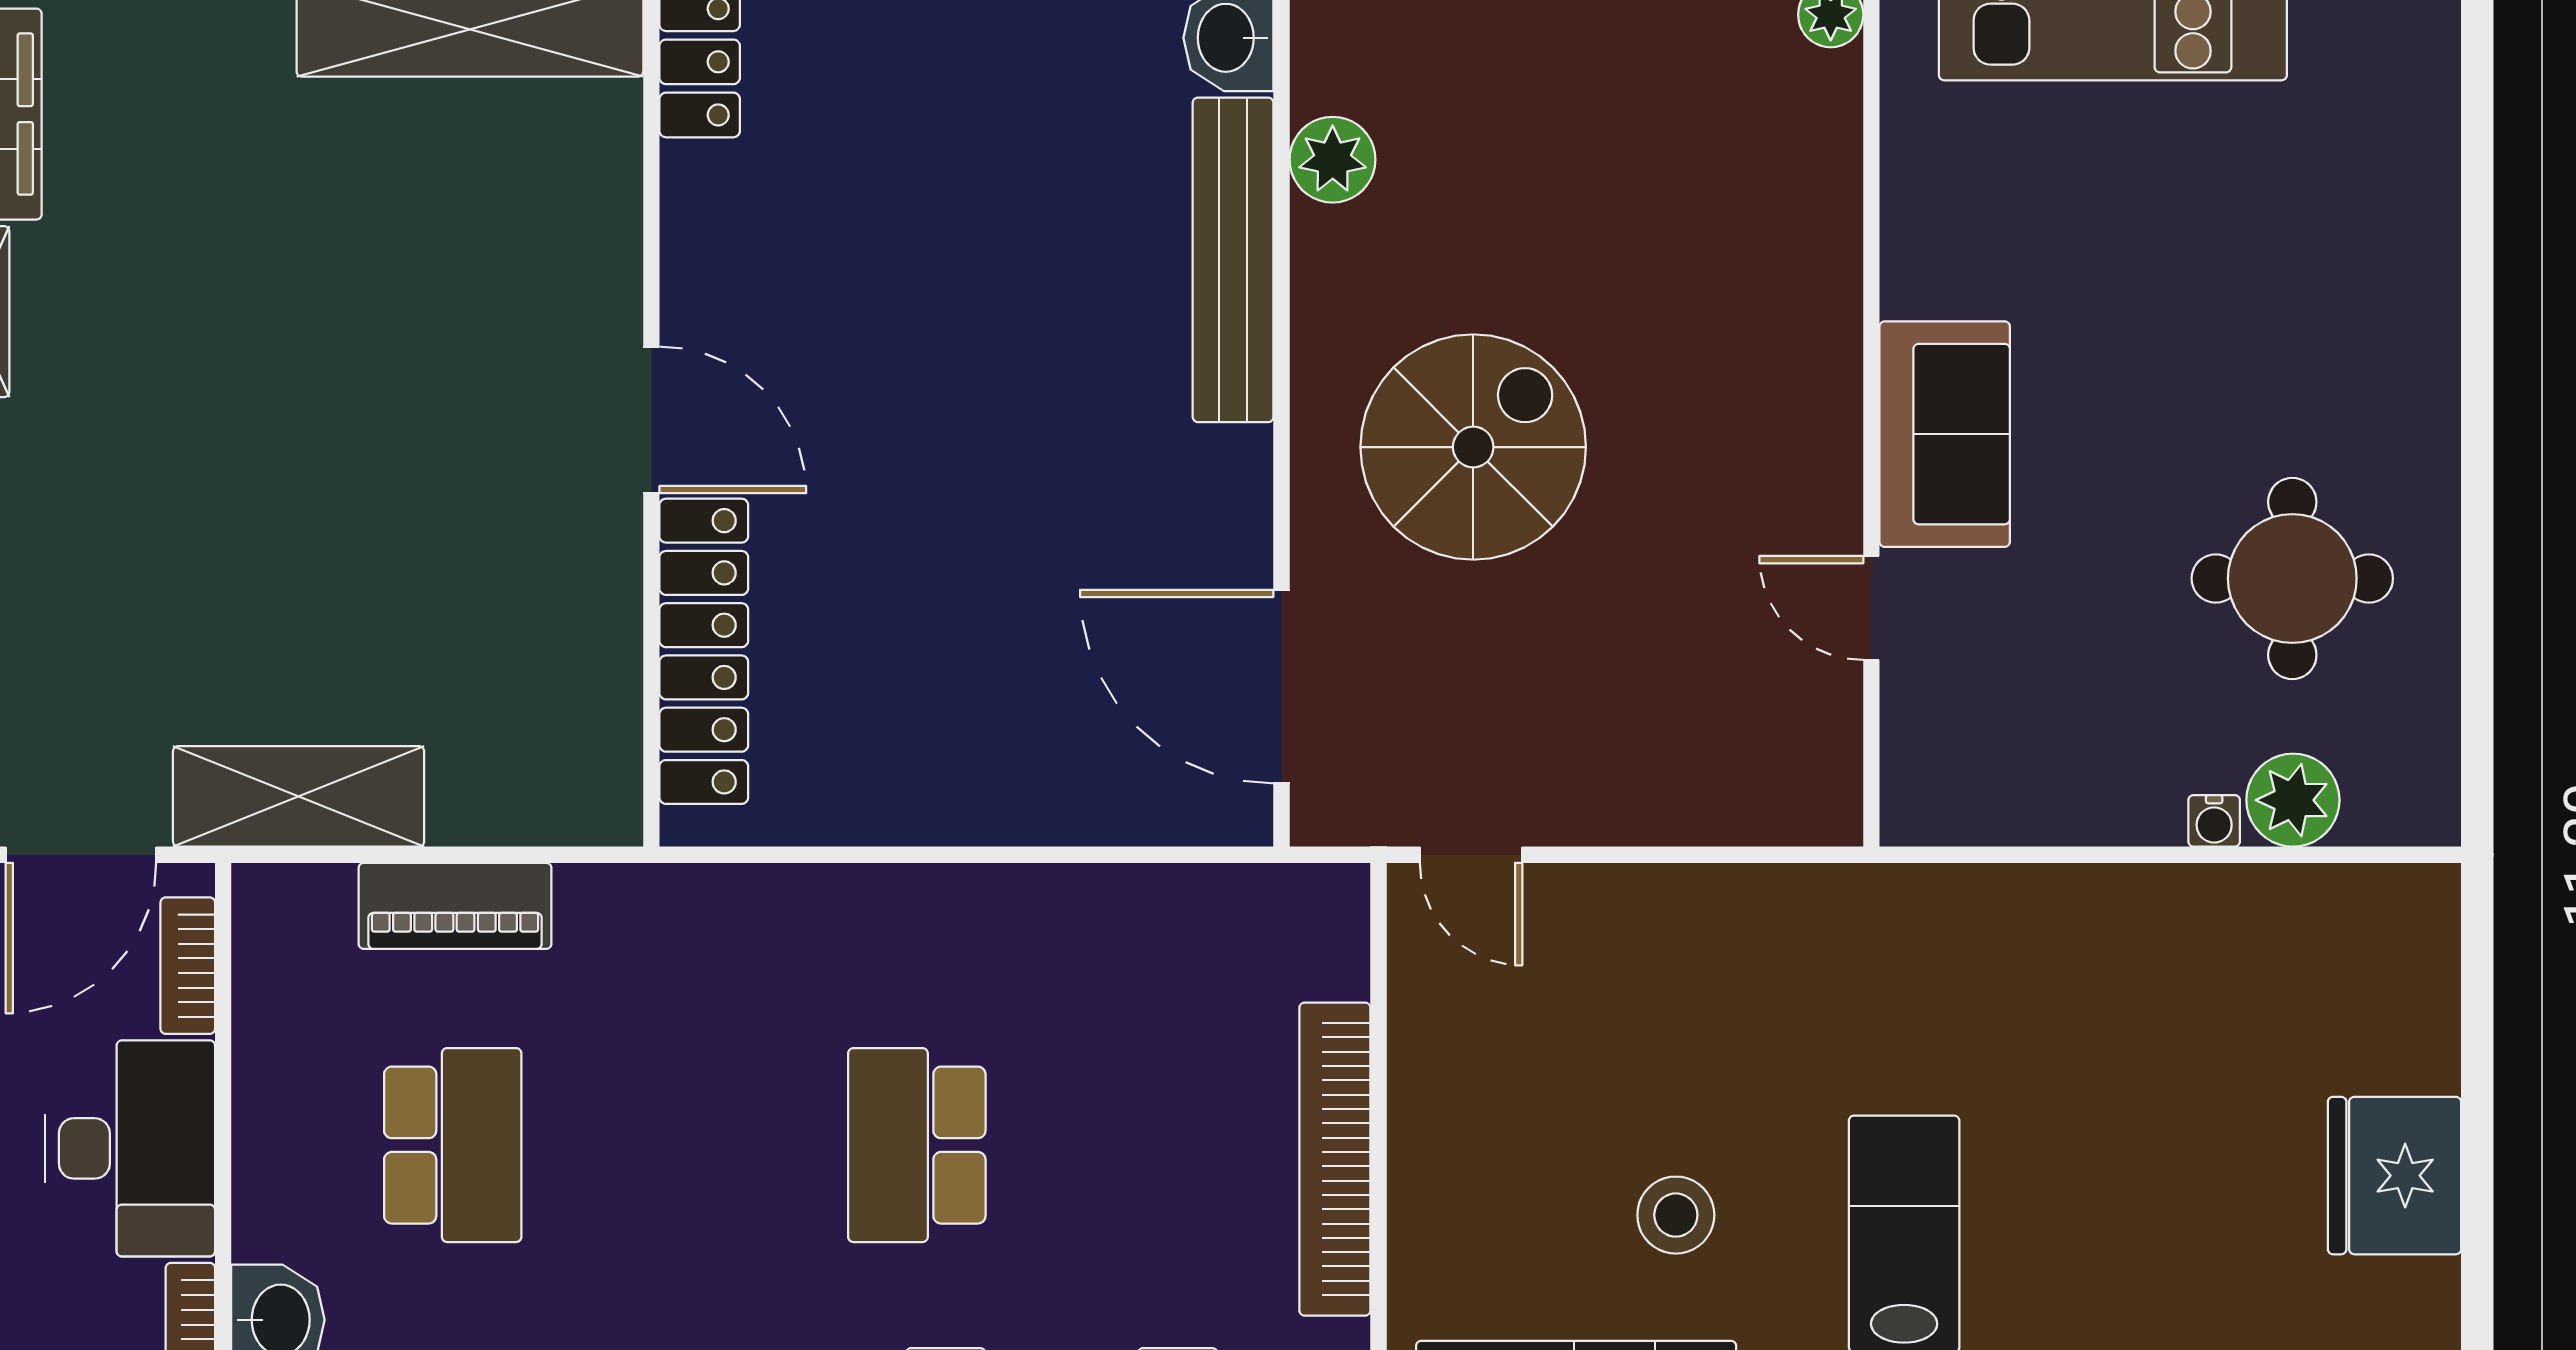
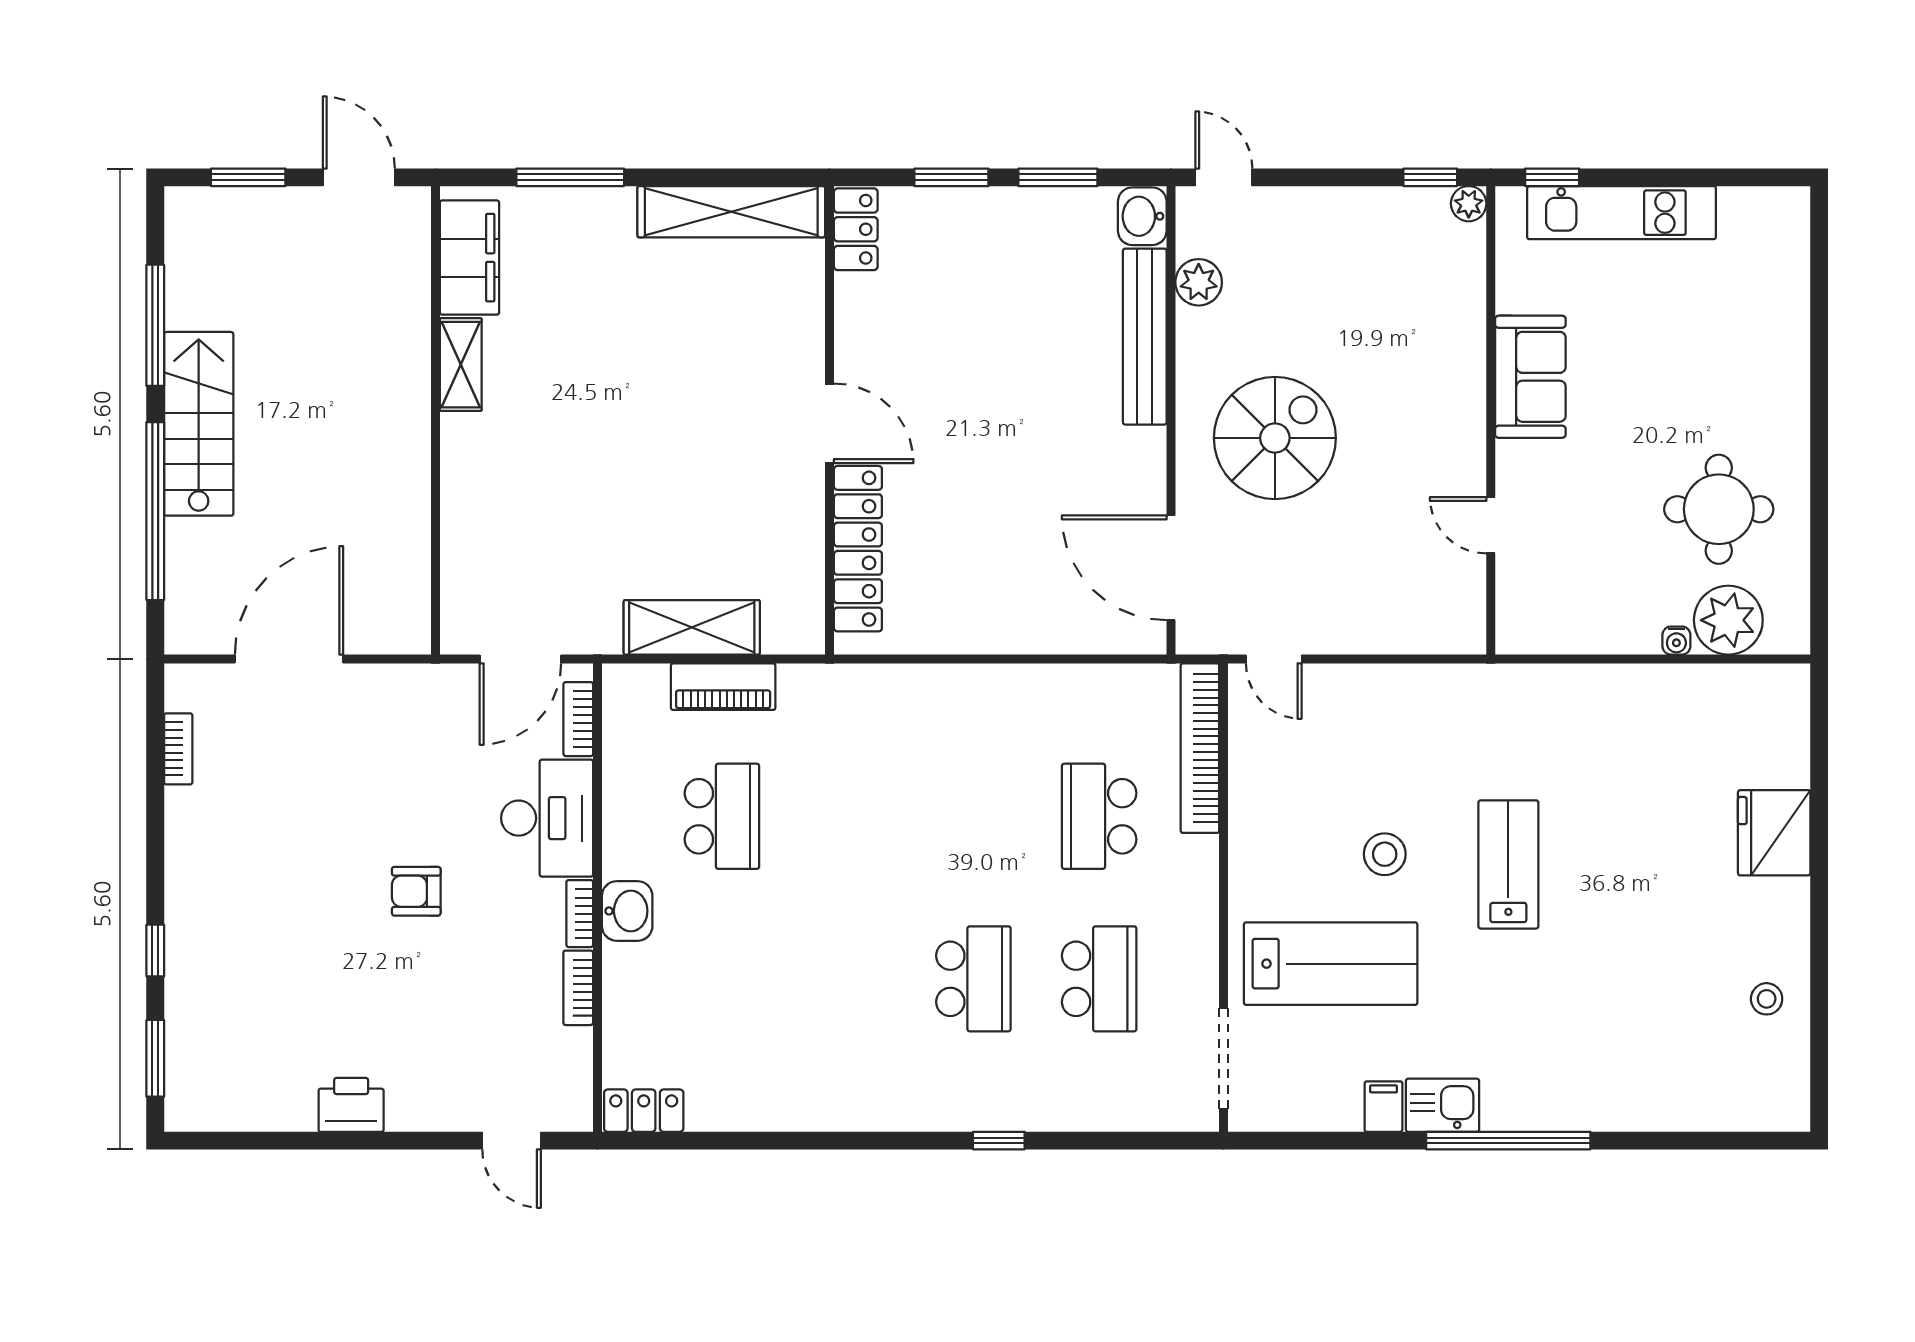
sofa: (1945, 434) -> (1530, 377), moved
shelving: (299, 796) -> (692, 627), moved
plant: (2293, 800) -> (1728, 620), width x1.36, depth x1.36
school desk: (917, 1145) -> (1099, 816), moved
bookcase: (1335, 1159) -> (1200, 748), moved

